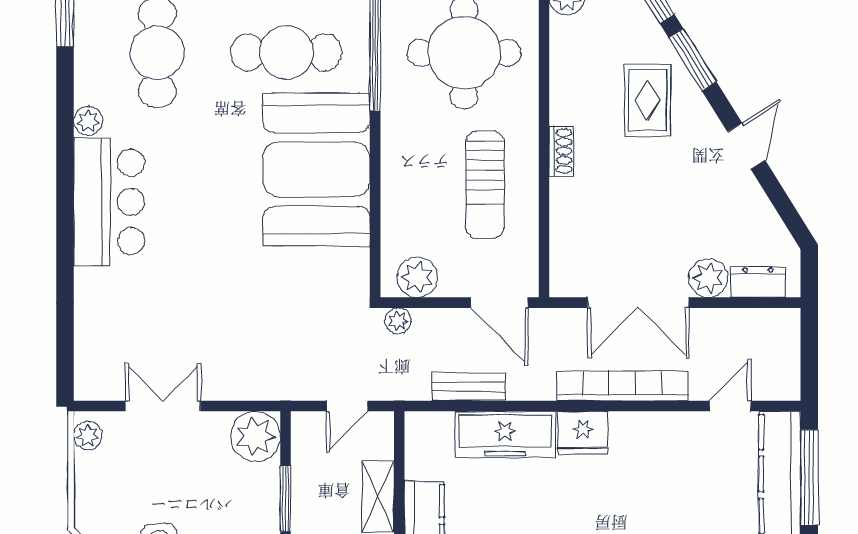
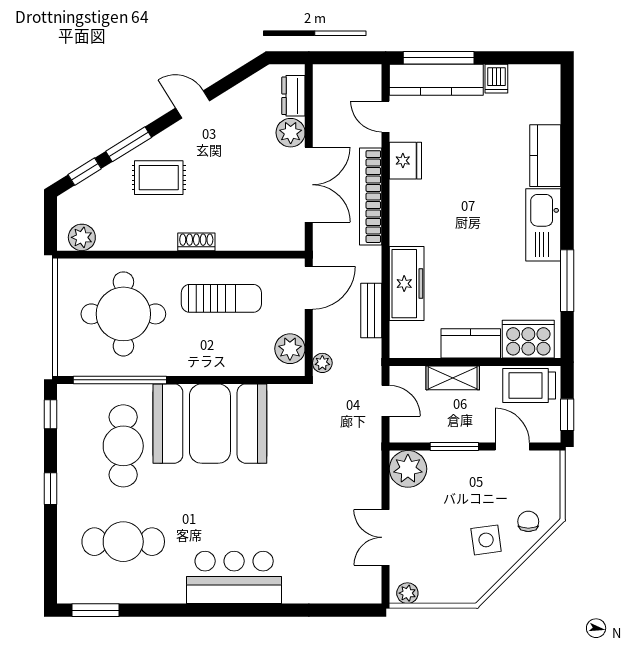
plant: (88, 121) -> (174, 593), removed
fridge: (583, 433) -> (405, 161), moved

